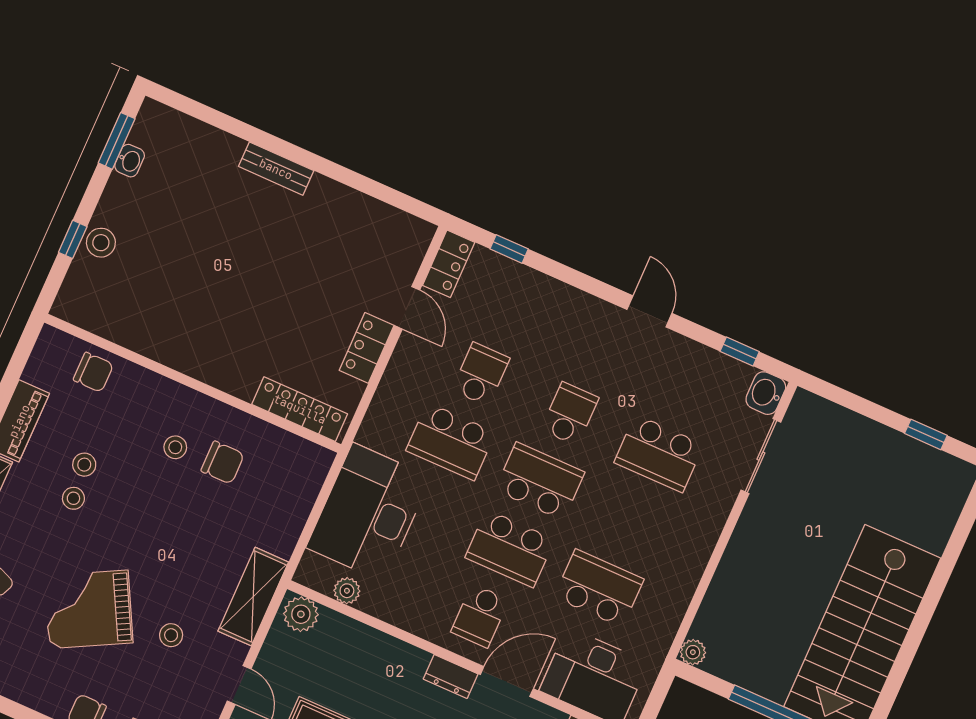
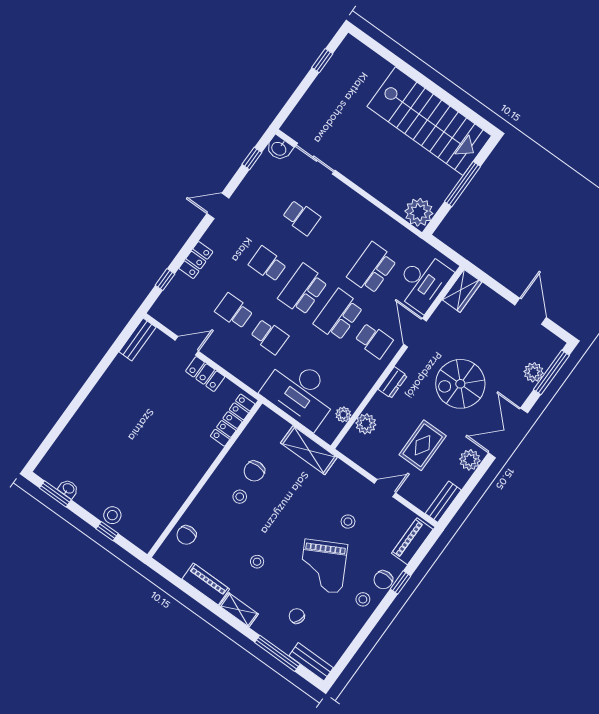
bench: (276, 169) -> (137, 339), moved
locker: (449, 264) -> (196, 260), moved, turned 90
chair: (93, 372) -> (186, 535), turned 180
school desk: (451, 441) -> (269, 336), width x0.54
school desk: (659, 453) -> (301, 217), width x0.54
chair: (223, 463) -> (254, 471), turned 180
stool: (84, 465) -> (363, 599), moved
school desk: (510, 548) -> (338, 315), turned 180
shelving: (253, 597) -> (309, 450), moved
plant: (301, 614) -> (366, 424), moved
plant: (693, 652) -> (419, 212), width x1.88, depth x1.88
dresser: (451, 676) -> (393, 382), moved

